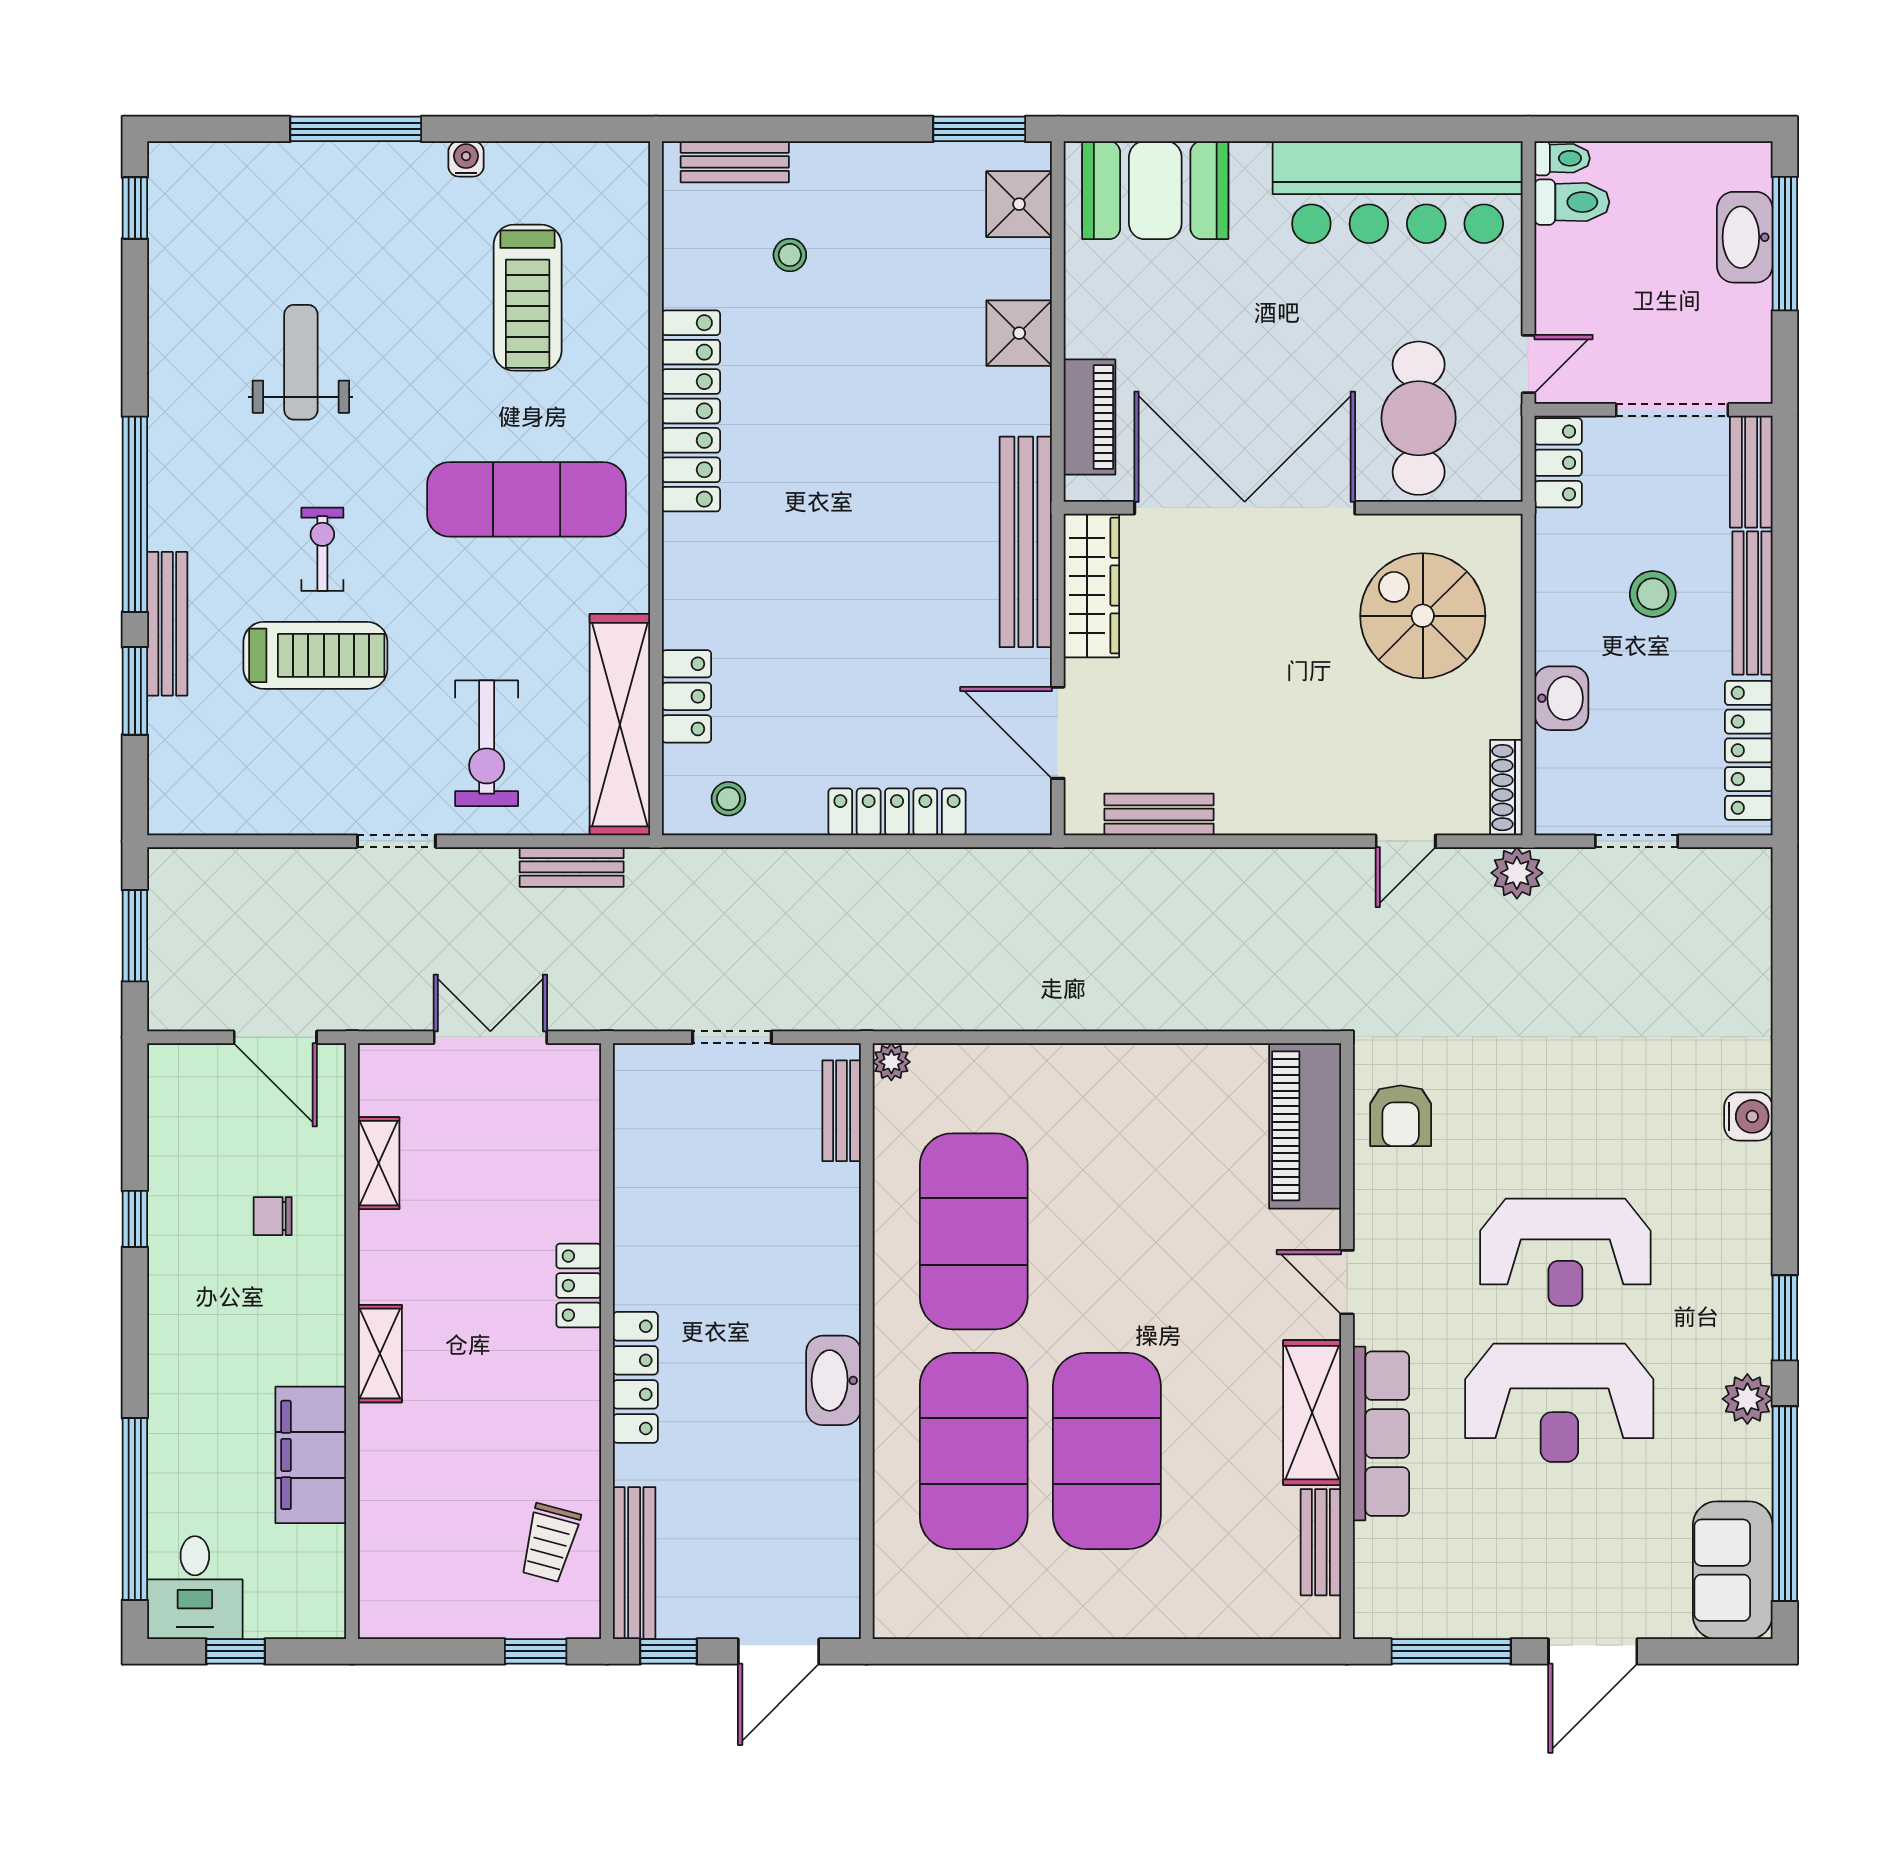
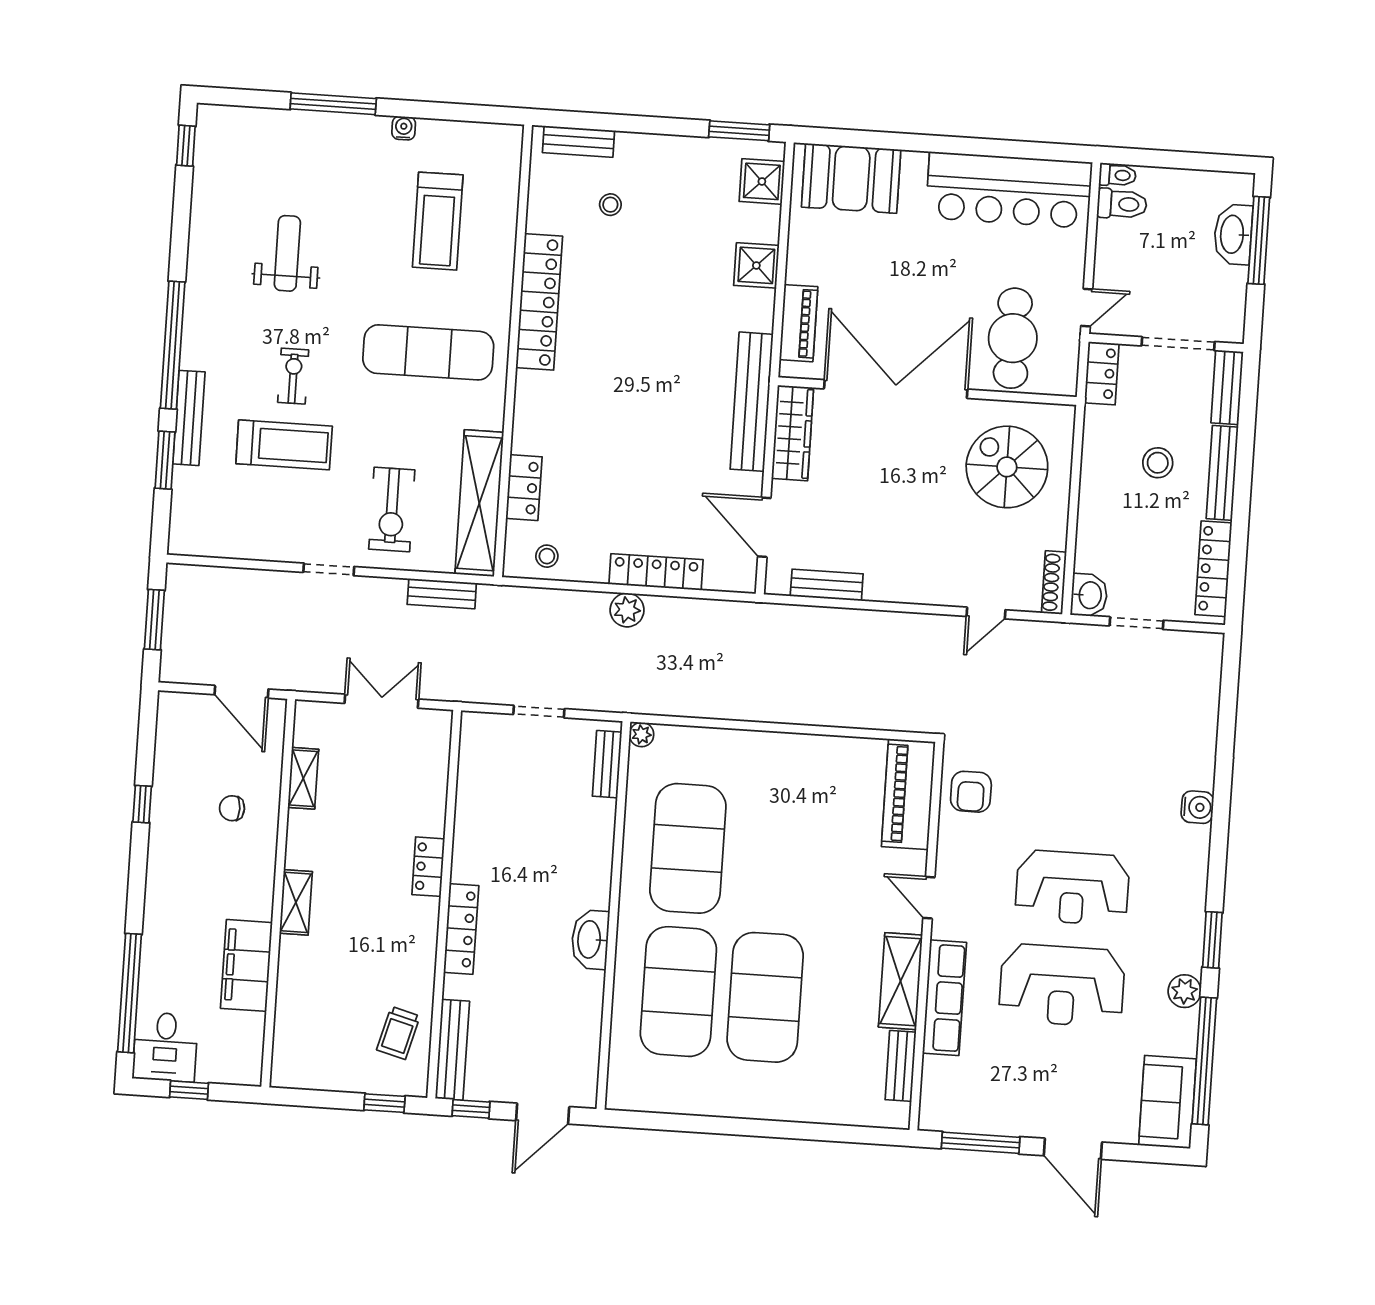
washbasin: (1561, 698) -> (1089, 595), moved
plant: (1517, 873) -> (627, 610), moved
door: (1593, 1651) -> (1073, 1149), hinge flipped

